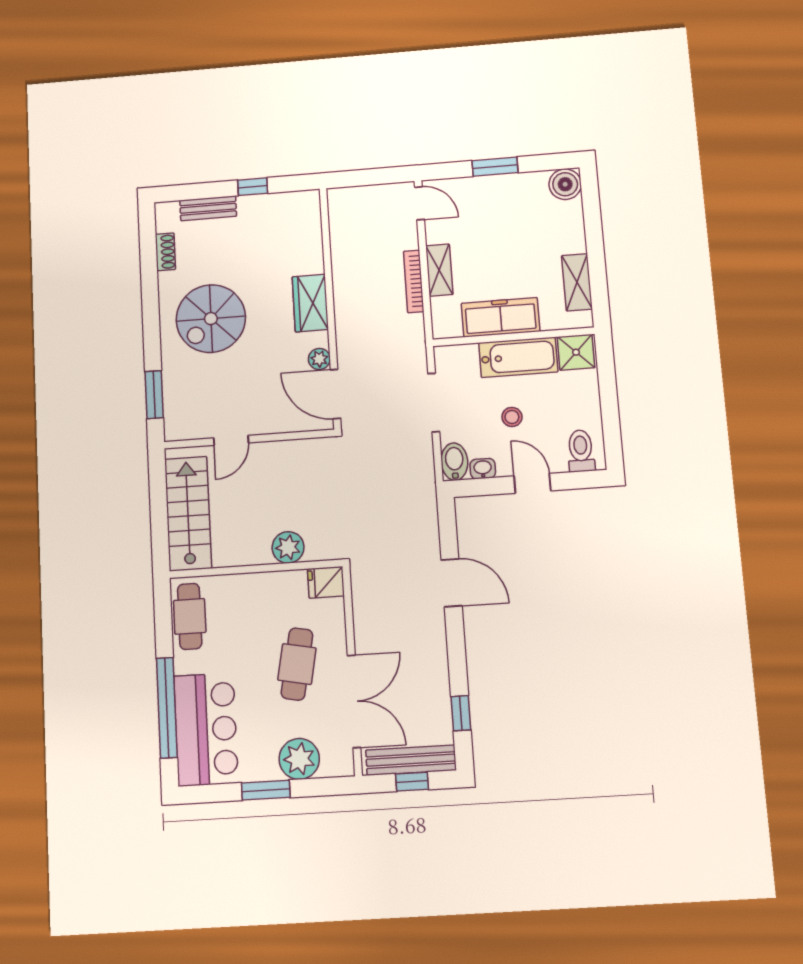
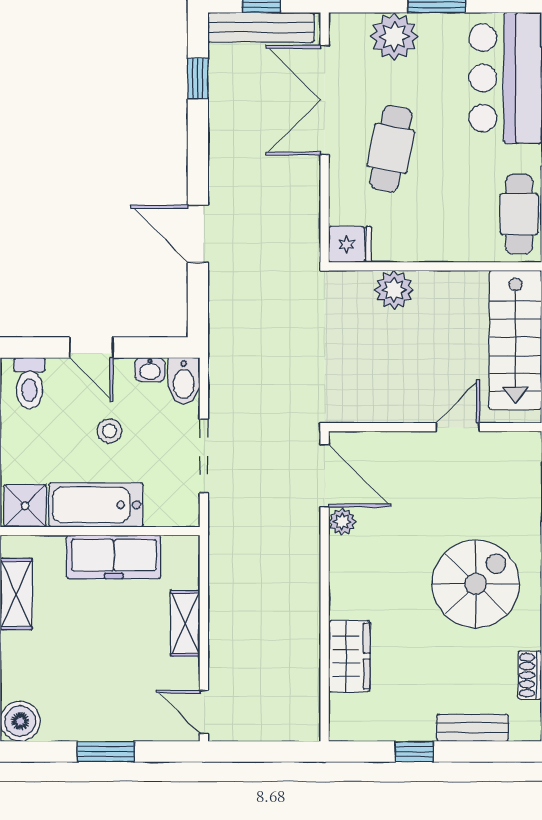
bookcase: (414, 281) -> (218, 611), removed
wardrobe: (310, 303) -> (349, 656), moved

